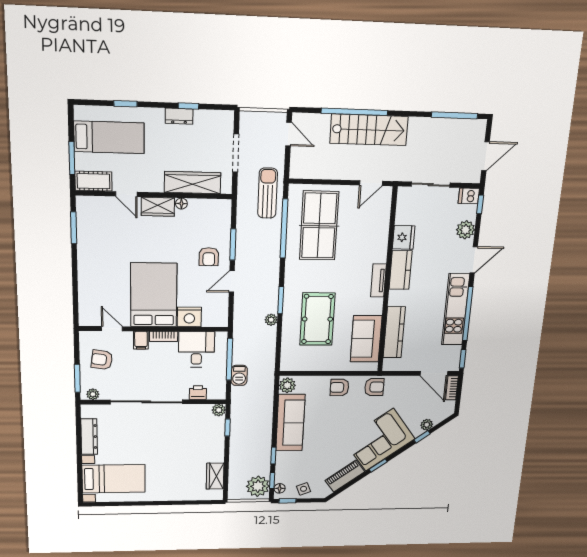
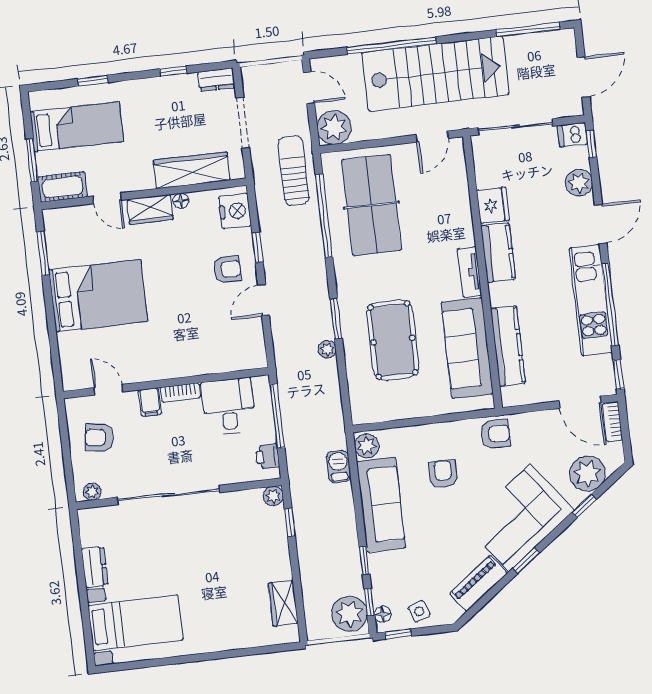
dresser: (179, 116) -> (216, 80), moved
stairs: (369, 130) -> (436, 74), width x1.36, depth x1.51
plant: (302, 166) -> (334, 128), added
sliding door: (431, 185) -> (515, 127), width x1.37
window: (233, 244) -> (257, 247), width x0.67
armchair: (209, 257) -> (227, 269), turned -90
bed: (154, 295) -> (98, 296), moved, turned 90
nightstand: (189, 317) -> (235, 211), moved, turned -90
sofa: (366, 339) -> (467, 348), width x1.36
barbecue: (239, 375) -> (339, 467), moved, turned 180
window: (77, 378) -> (68, 470), removed
armchair: (340, 387) -> (443, 474), moved, turned 90
printer: (198, 393) -> (268, 456), moved, turned -90
plant: (427, 425) -> (587, 474), width x1.87, depth x1.87
dresser: (89, 437) -> (95, 567), width x0.70

